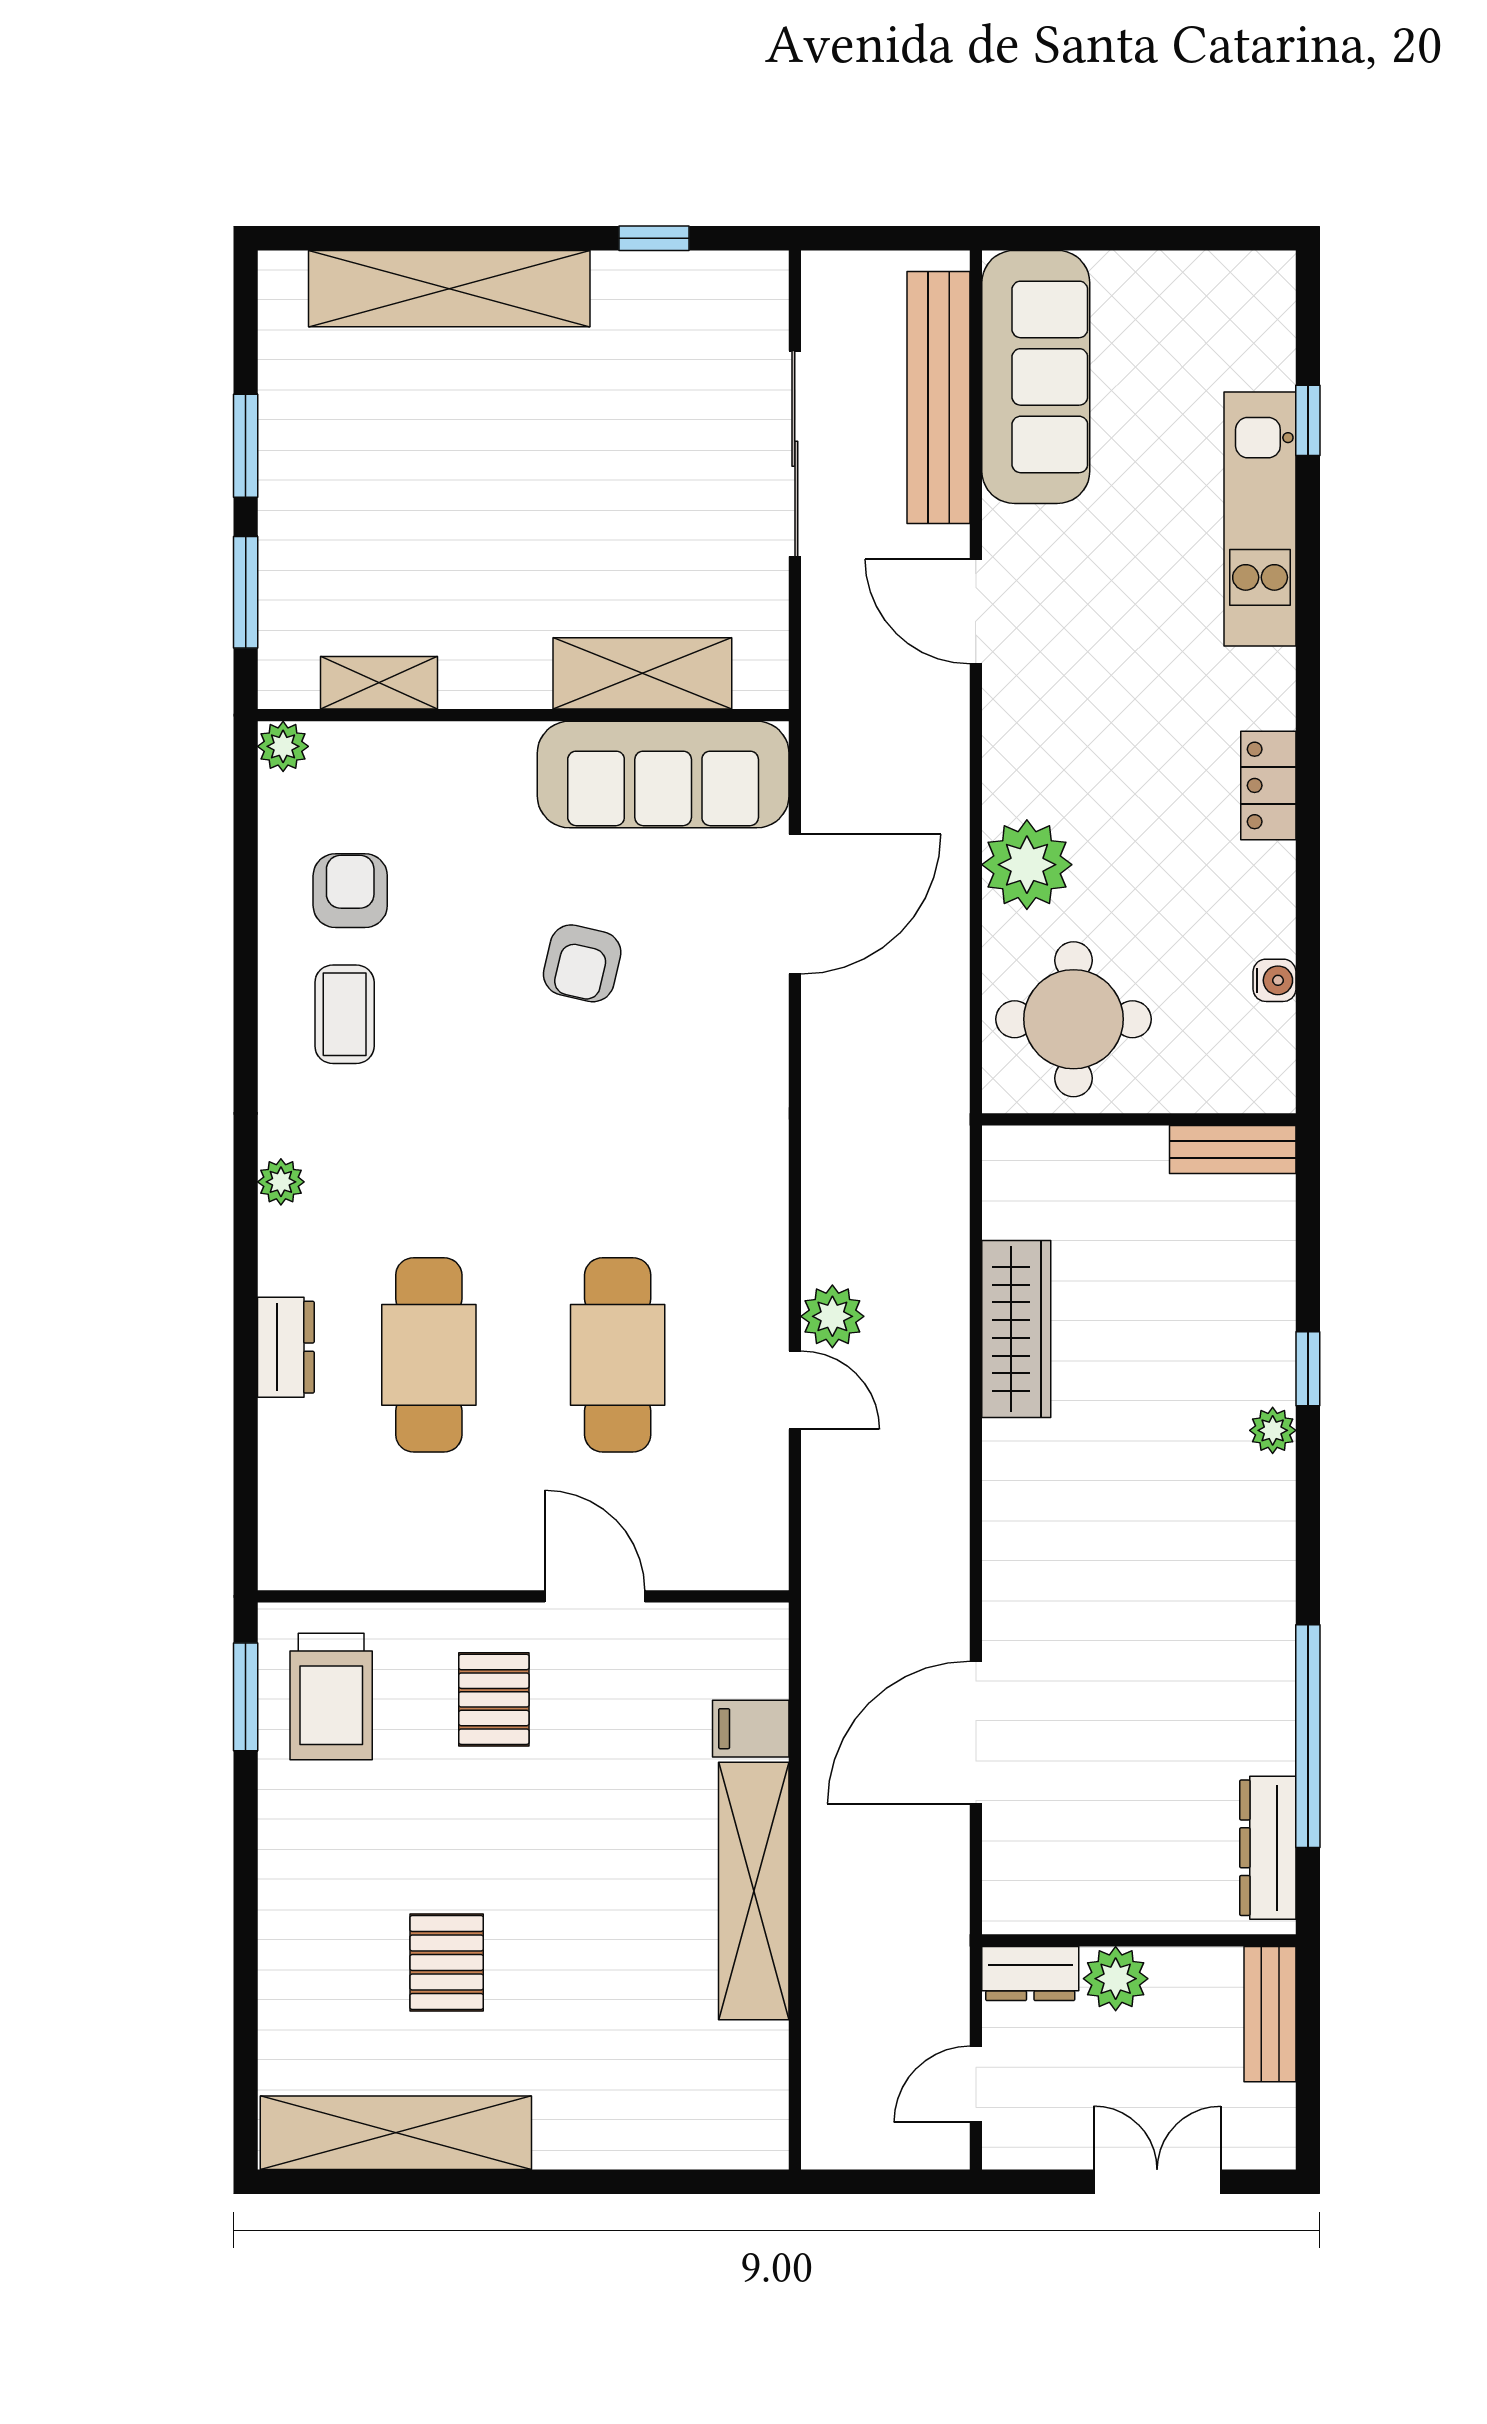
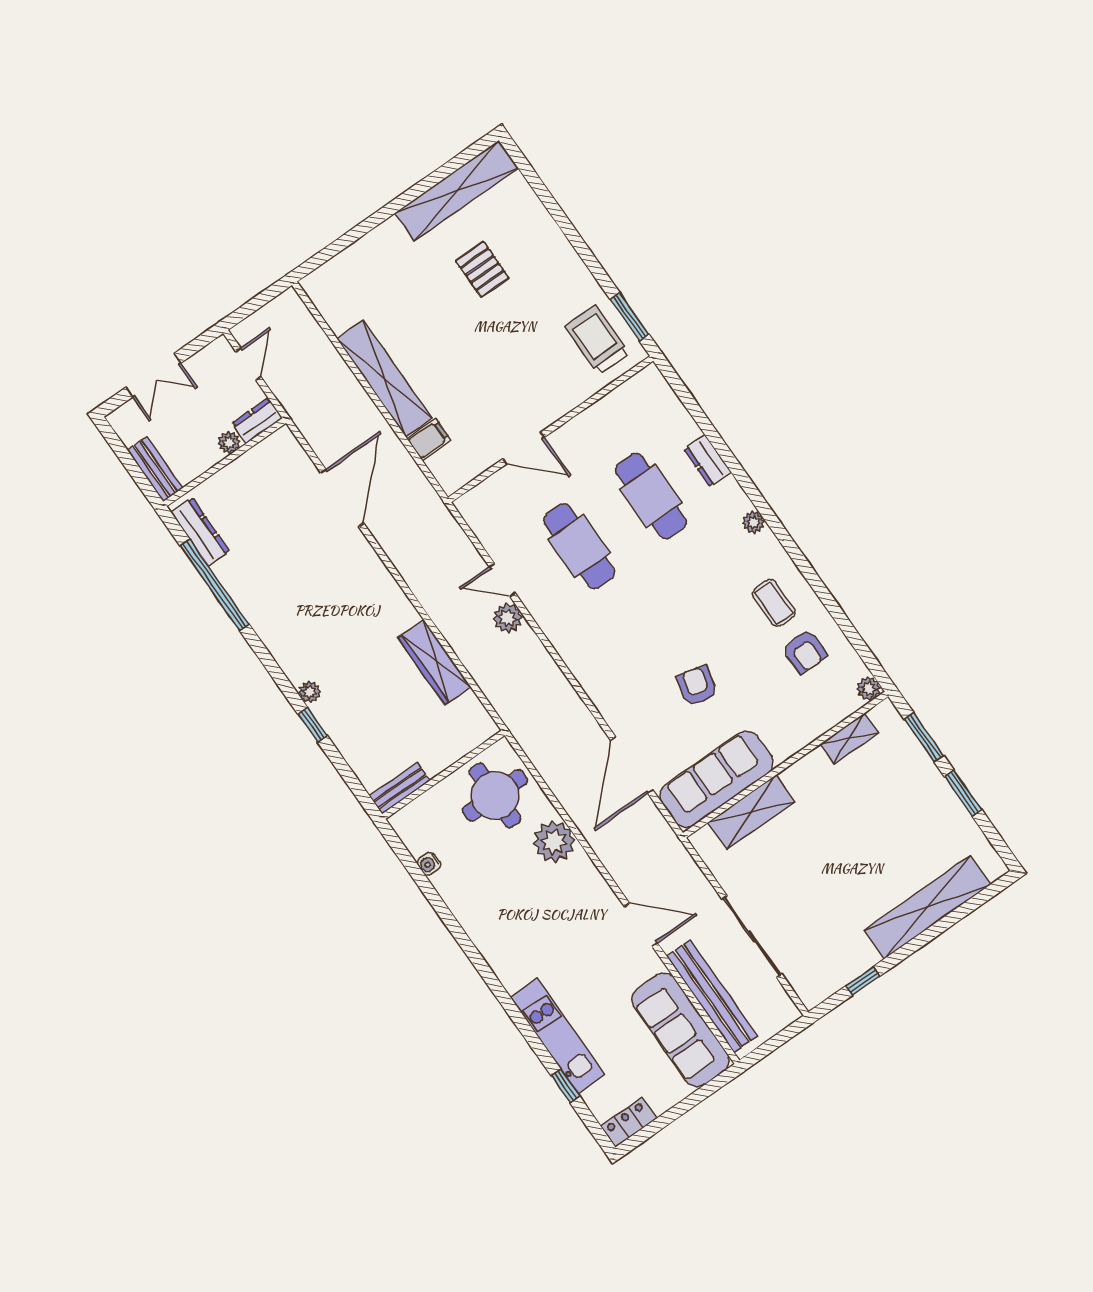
locker: (1268, 785) -> (629, 1122), moved, turned -90
pallet: (494, 1699) -> (534, 382), removed
plant: (1116, 1979) -> (229, 442), width x0.73, depth x0.73

